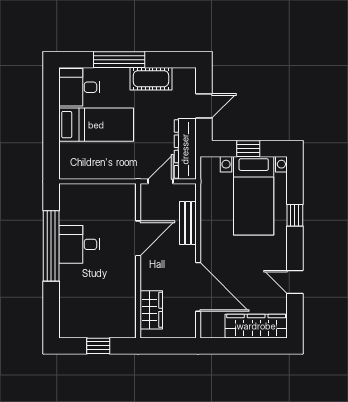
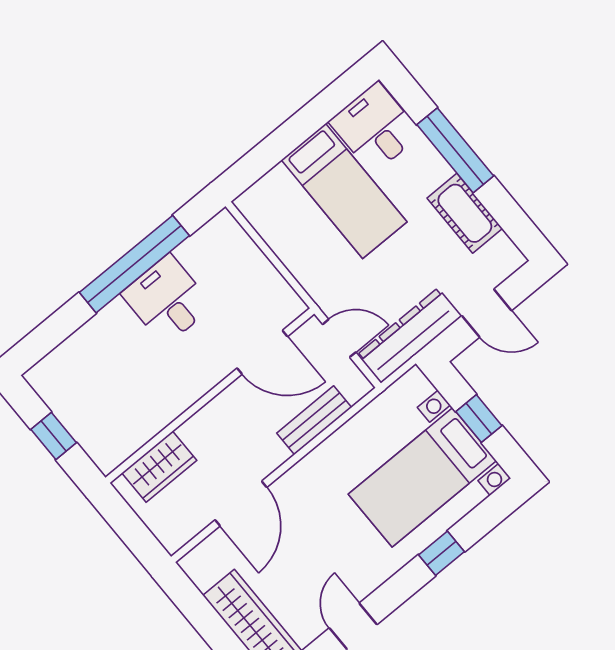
door: (138, 238) -> (262, 352), moved
door: (198, 287) -> (241, 504), width x0.73

